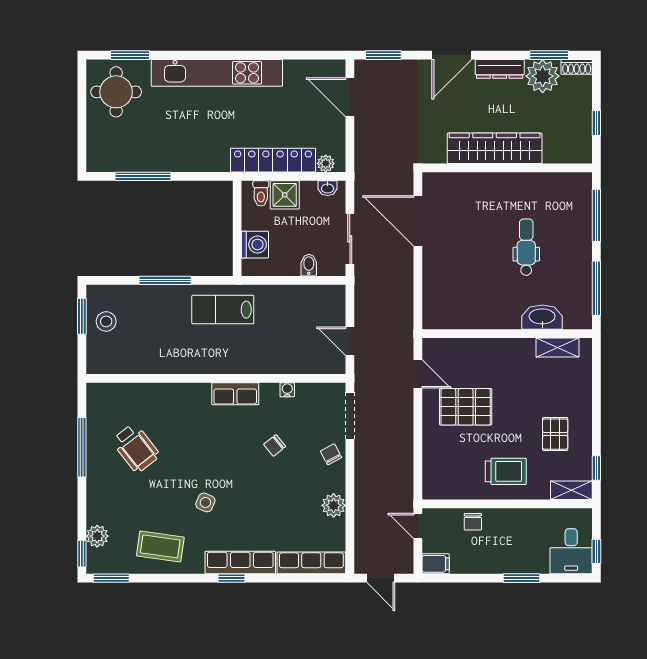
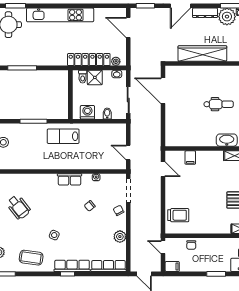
washing machine: (255, 245) -> (87, 112), moved, turned -90
dental chair: (526, 247) -> (219, 104), turned 90
filing cabinet: (471, 351) -> (190, 158), added
pallet: (466, 407) -> (188, 186), removed
trolley: (506, 471) -> (178, 215), moved

